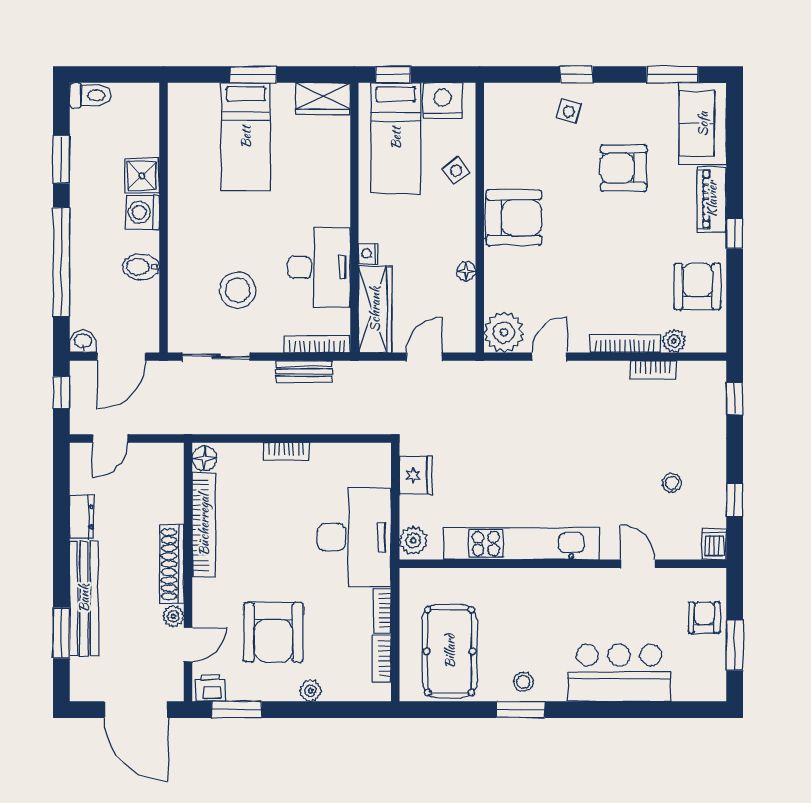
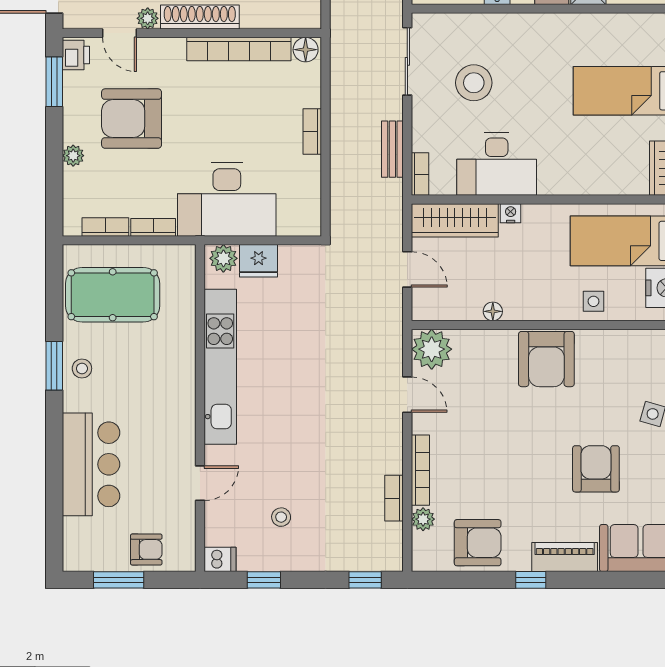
side table: (456, 171) -> (593, 301), turned 36
bookcase: (317, 344) -> (420, 174), width x0.64
fridge: (416, 475) -> (259, 261), moved

